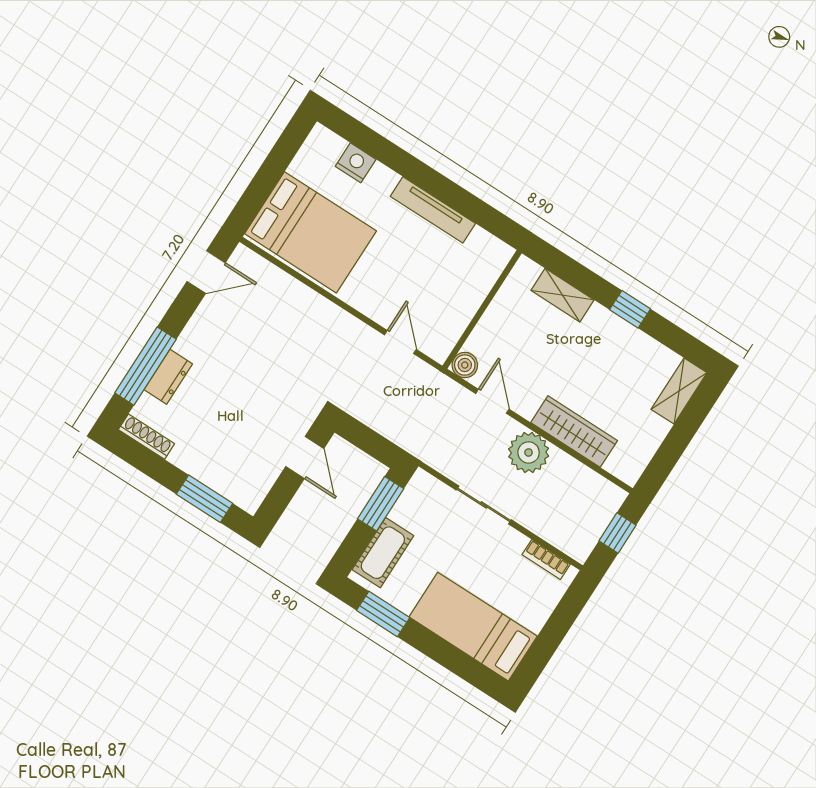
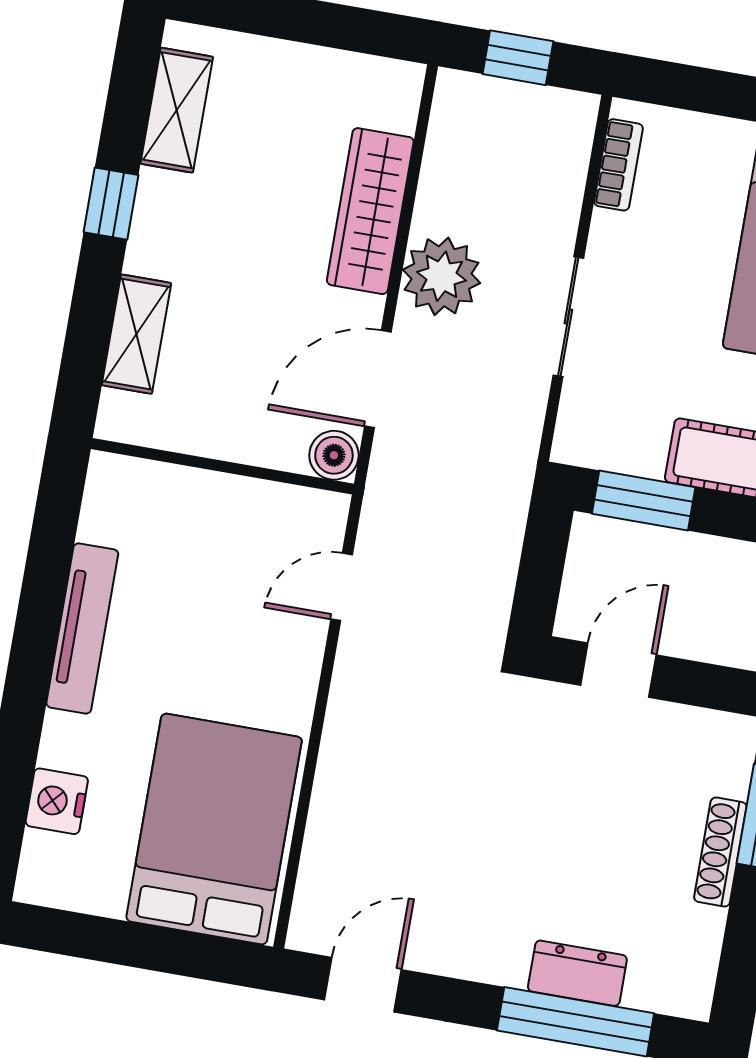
door: (206, 272) -> (363, 985), hinge flipped
shelving: (679, 391) -> (177, 110), moved, turned 90
door: (492, 401) -> (378, 379), width x1.38
shoe rack: (146, 437) -> (720, 852), moved

